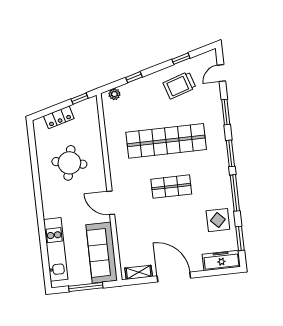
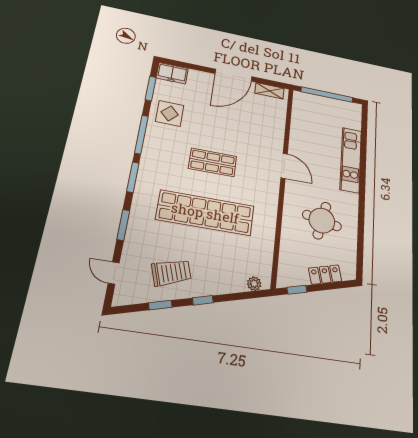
door: (221, 73) -> (114, 273), swing flipped
window: (134, 77) -> (203, 300), moved
kitchen unit: (56, 249) -> (351, 160), moved
sofa: (102, 253) -> (304, 121), removed
freezer: (221, 260) -> (172, 73), width x0.71
door: (174, 277) -> (233, 75), hinge flipped
window: (86, 287) -> (327, 95), width x1.46

